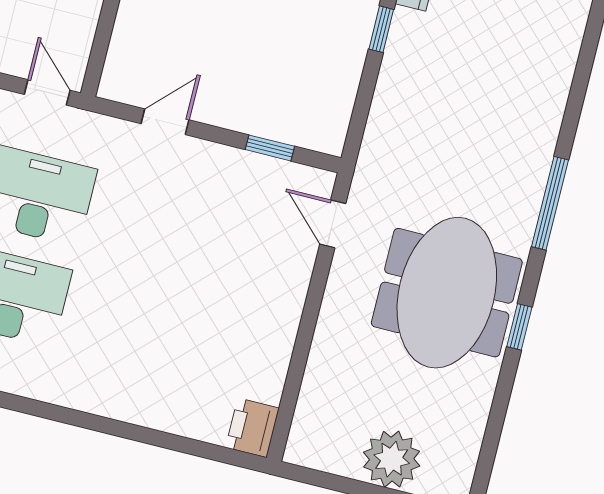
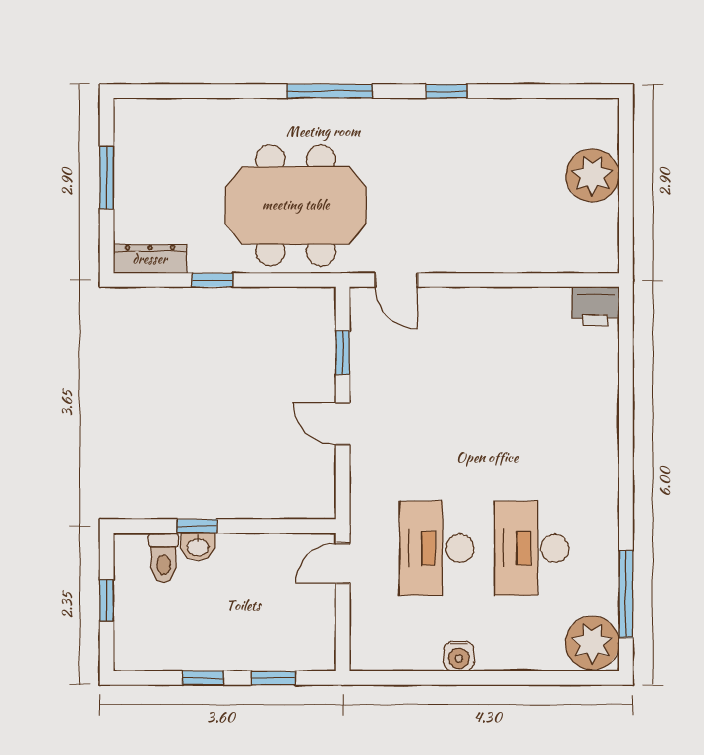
door: (165, 122) -> (343, 424), moved
door: (333, 224) -> (396, 280), hinge flipped
meeting table: (447, 293) -> (296, 205), moved

